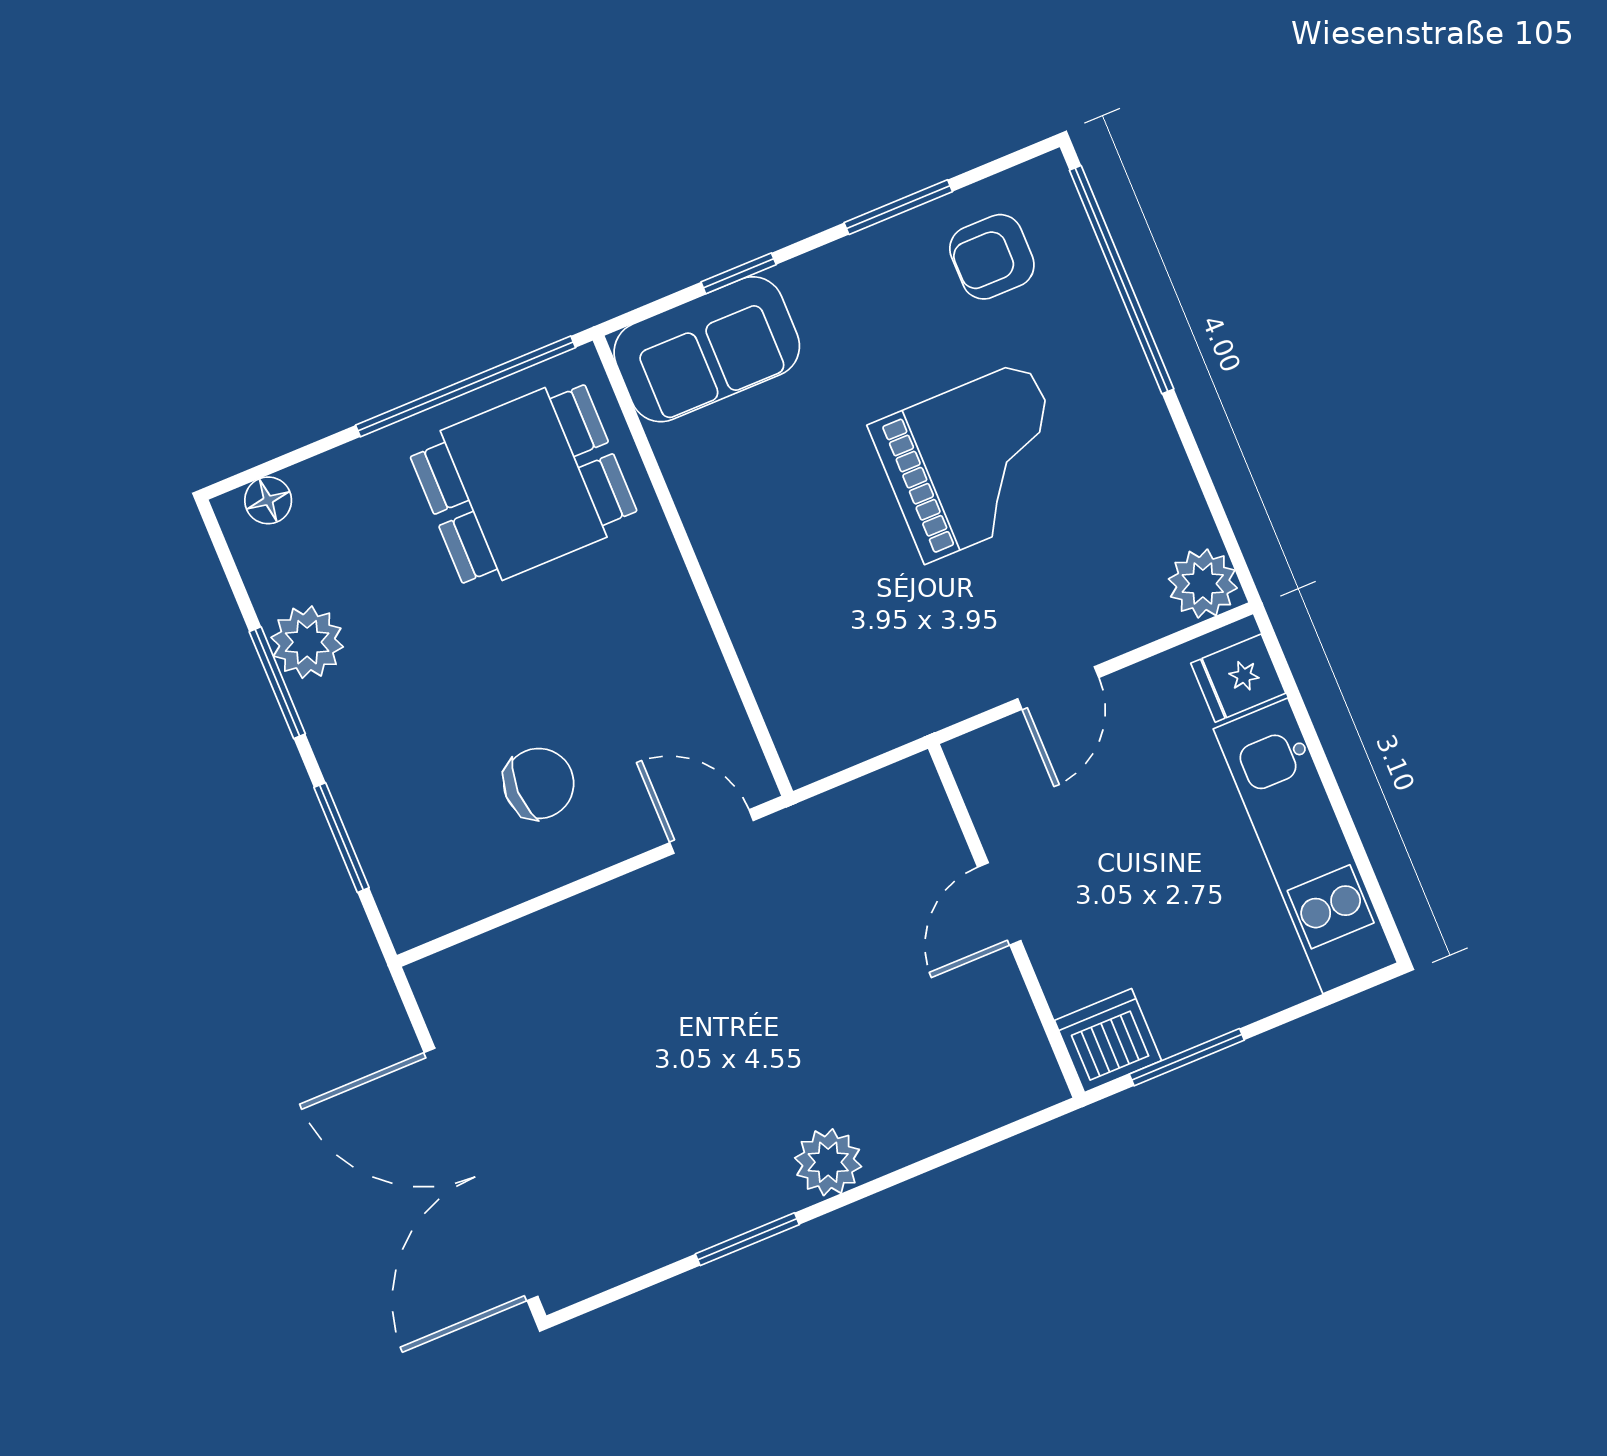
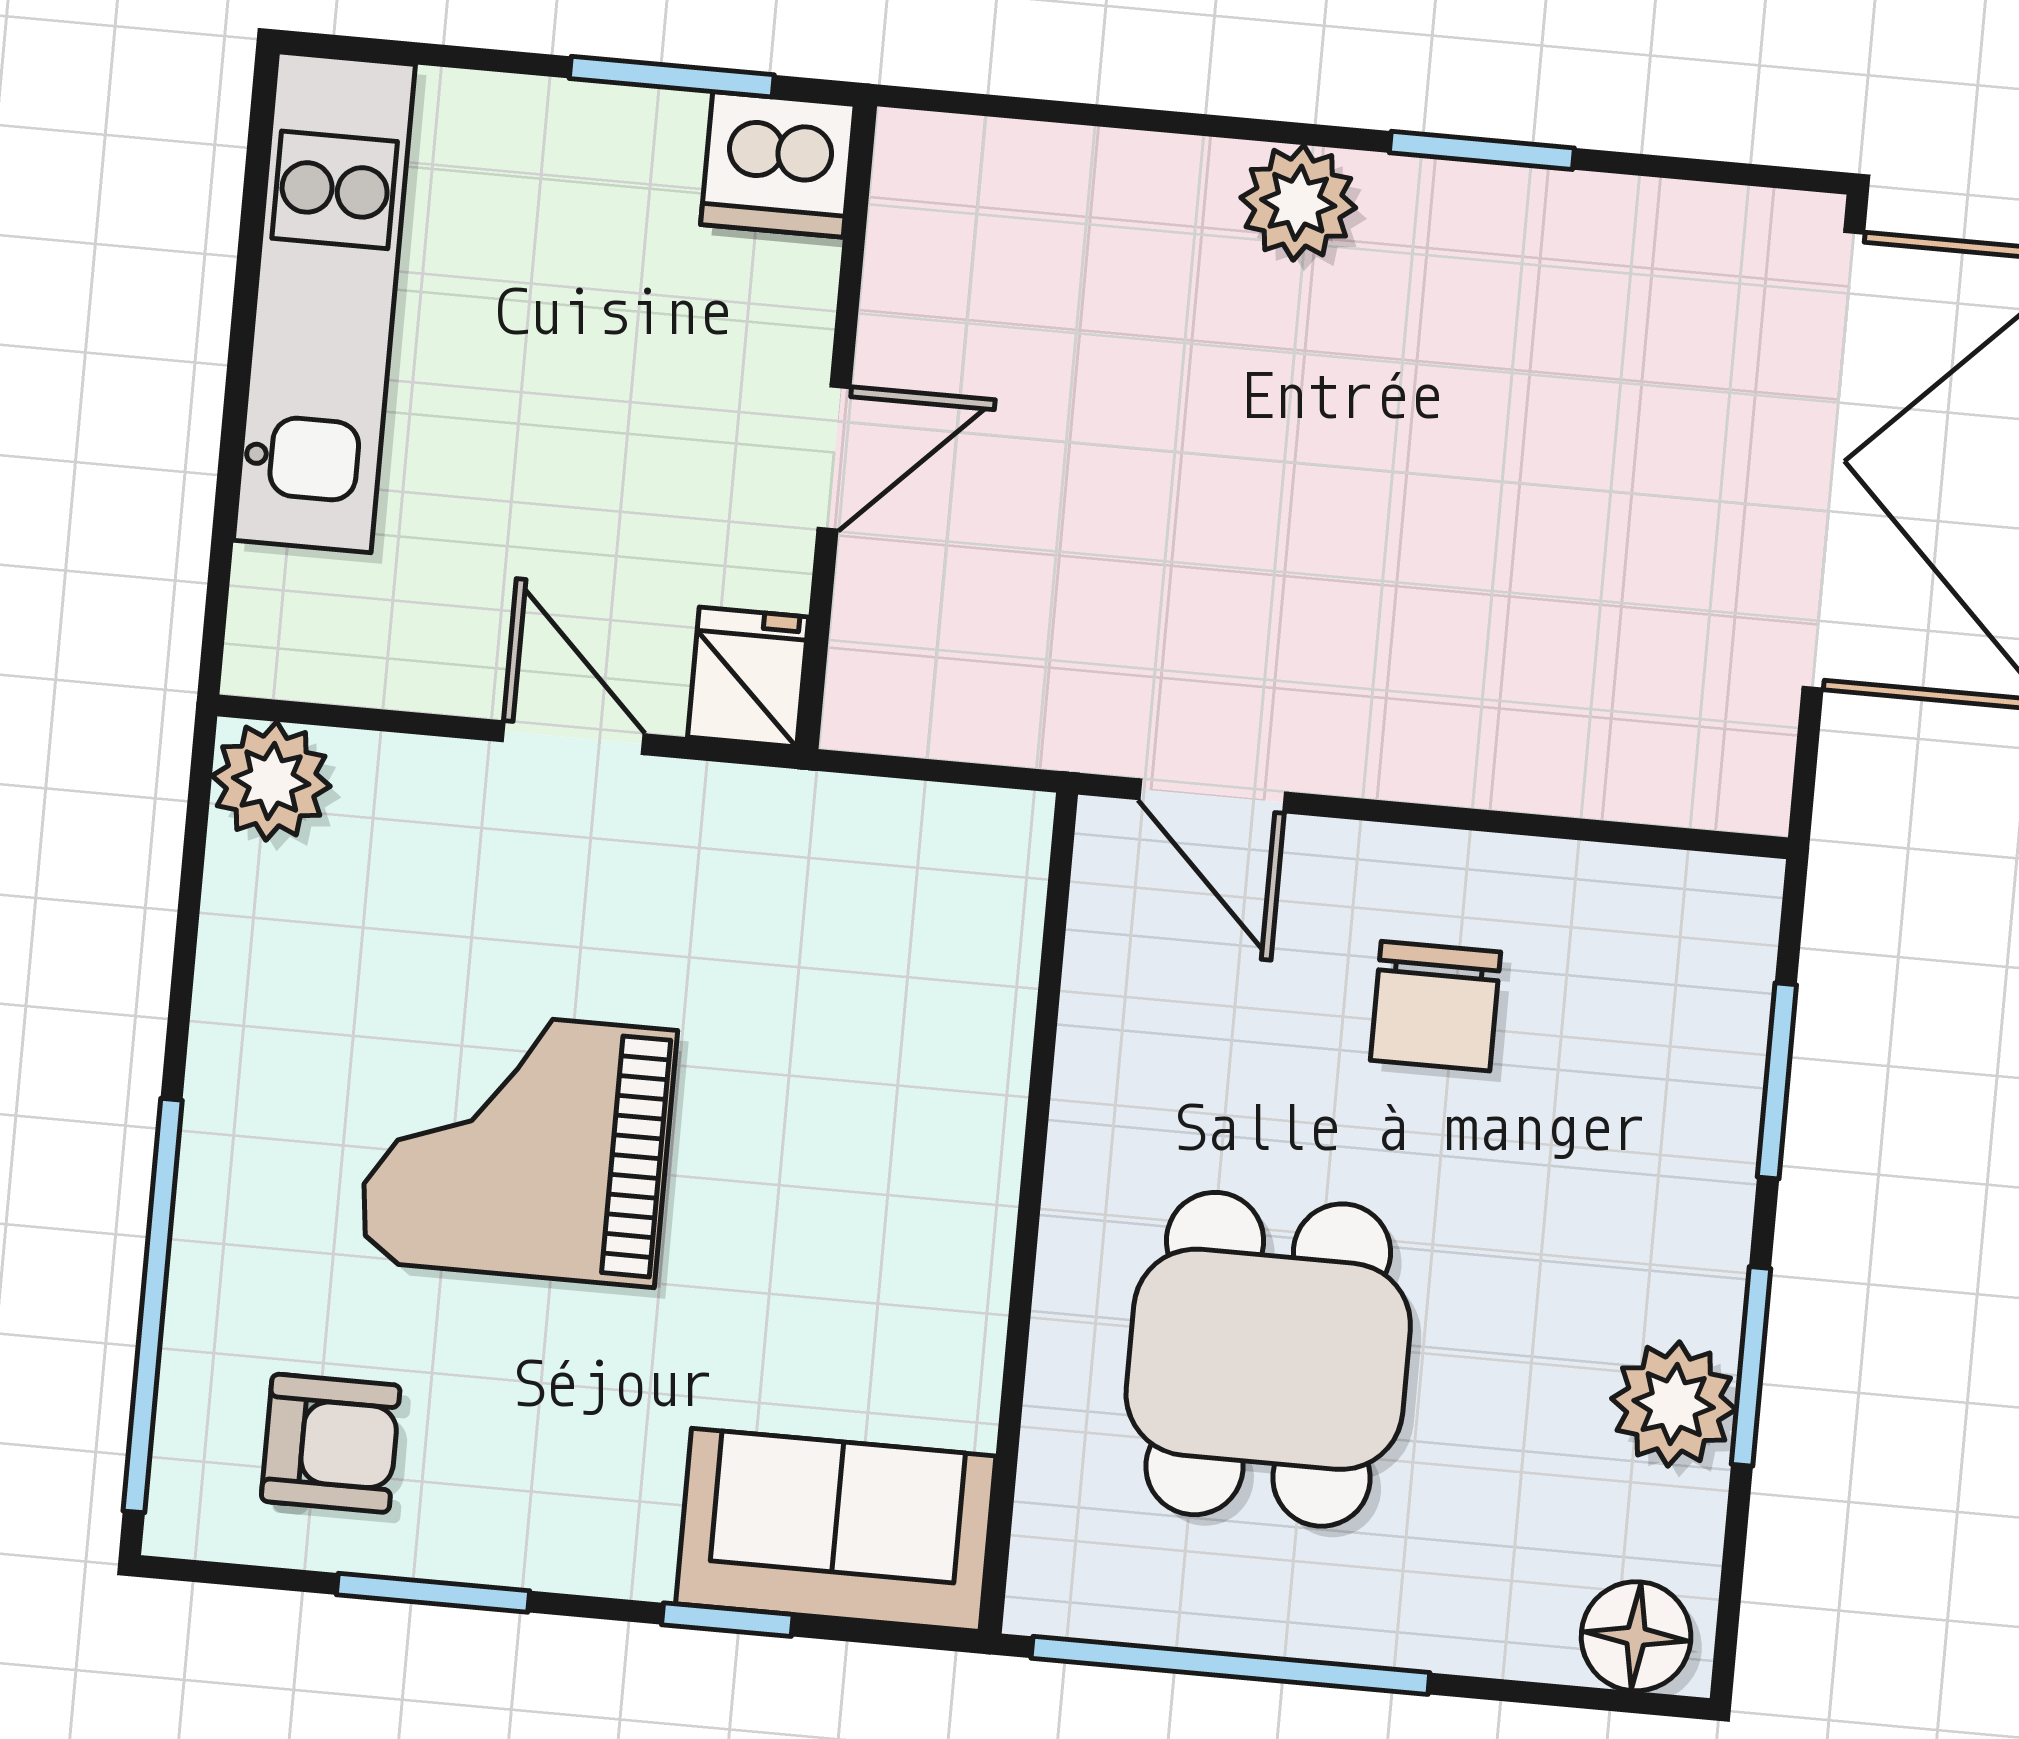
dining table: (524, 484) -> (1268, 1359), moved, turned 90
floor lamp: (268, 500) -> (1636, 1636), width x1.37, depth x1.37
fridge: (1238, 678) -> (748, 677), moved, turned -90
door: (1058, 688) -> (573, 738), hinge flipped
chair: (539, 783) -> (1435, 1006), turned -90

